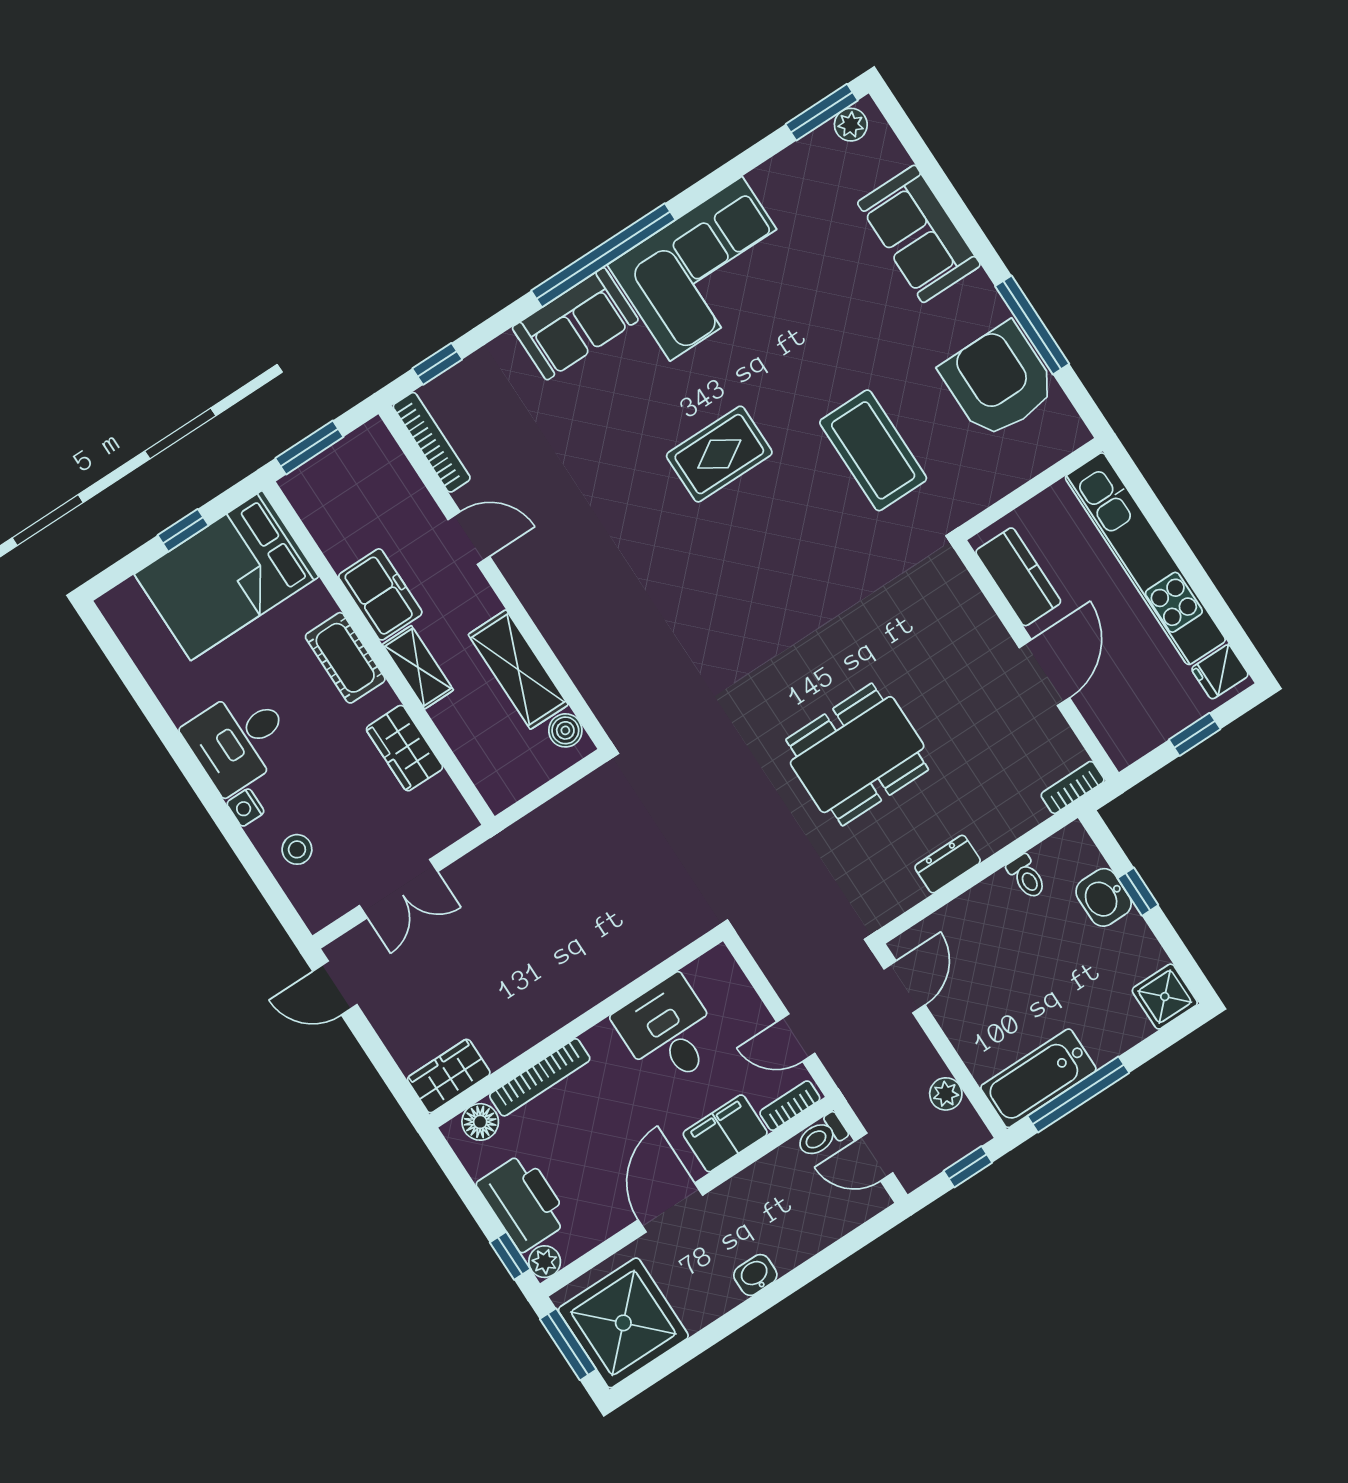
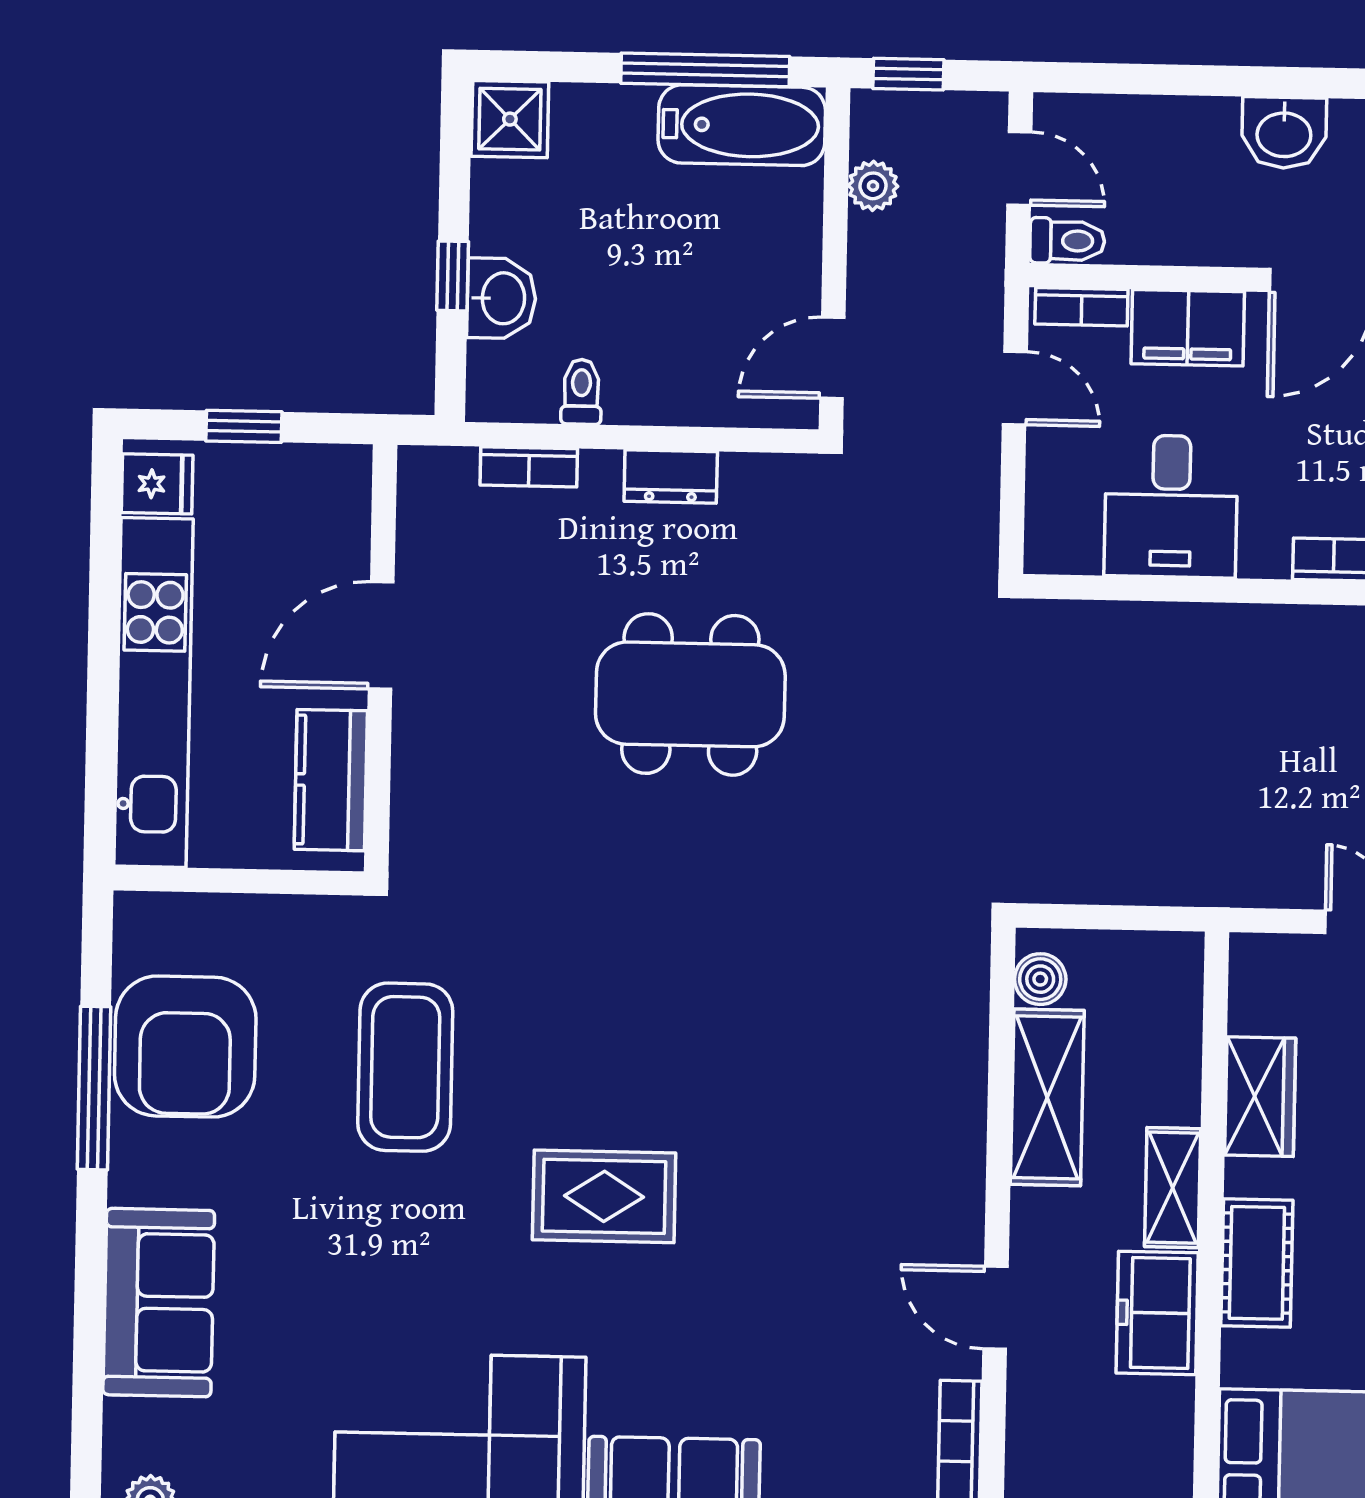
bookcase: (1073, 787) -> (529, 467), moved
washbasin: (755, 1275) -> (1284, 133), width x1.38, depth x1.45

